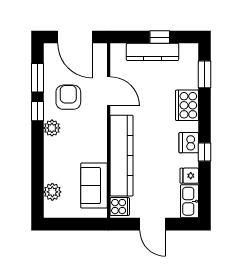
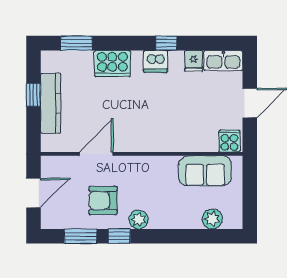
door: (75, 37) -> (33, 193), width x0.73
kitchen counter: (122, 156) -> (171, 139), removed

